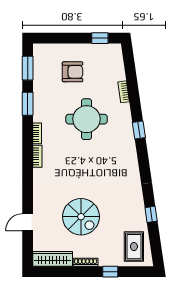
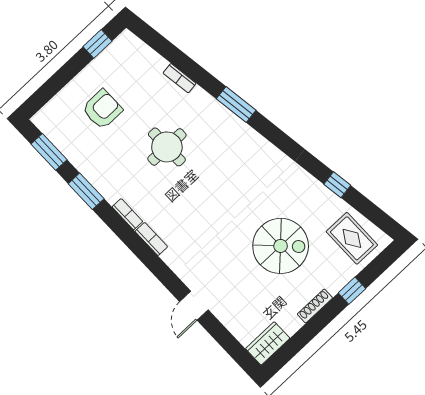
round table: (87, 119) -> (167, 147), width x0.73, depth x0.73
window: (139, 130) -> (236, 105), width x1.50
spiral stairs: (81, 217) -> (281, 246), moved
door: (28, 222) -> (194, 306), moved
wardrobe: (53, 259) -> (268, 343), width x0.67

